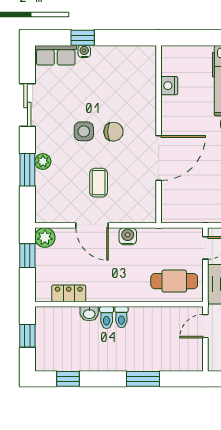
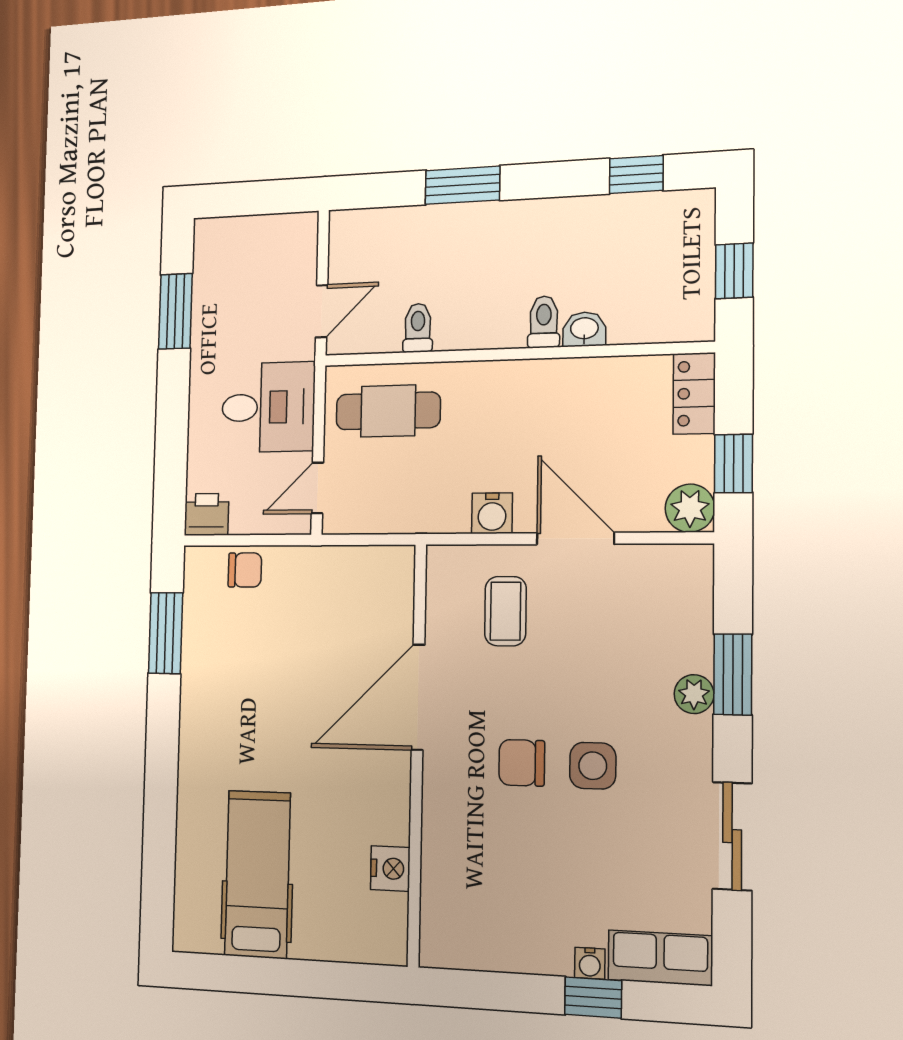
coffee table: (99, 183) -> (505, 611), moved
locker: (69, 293) -> (694, 393), moved, turned 90
toilet: (121, 317) -> (418, 328), moved

